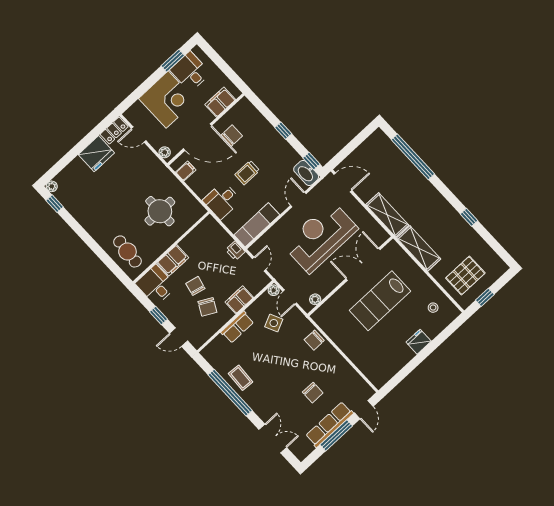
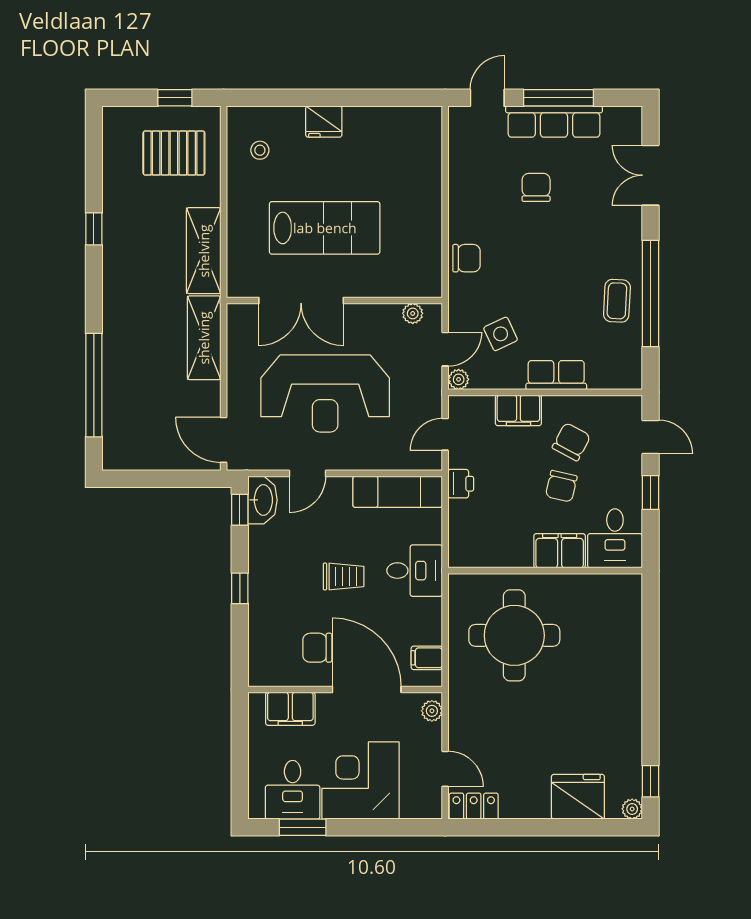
fridge: (96, 154) -> (578, 797), moved
round table: (160, 211) -> (514, 635), width x1.36, depth x1.36
cafe table: (127, 251) -> (611, 621), removed

